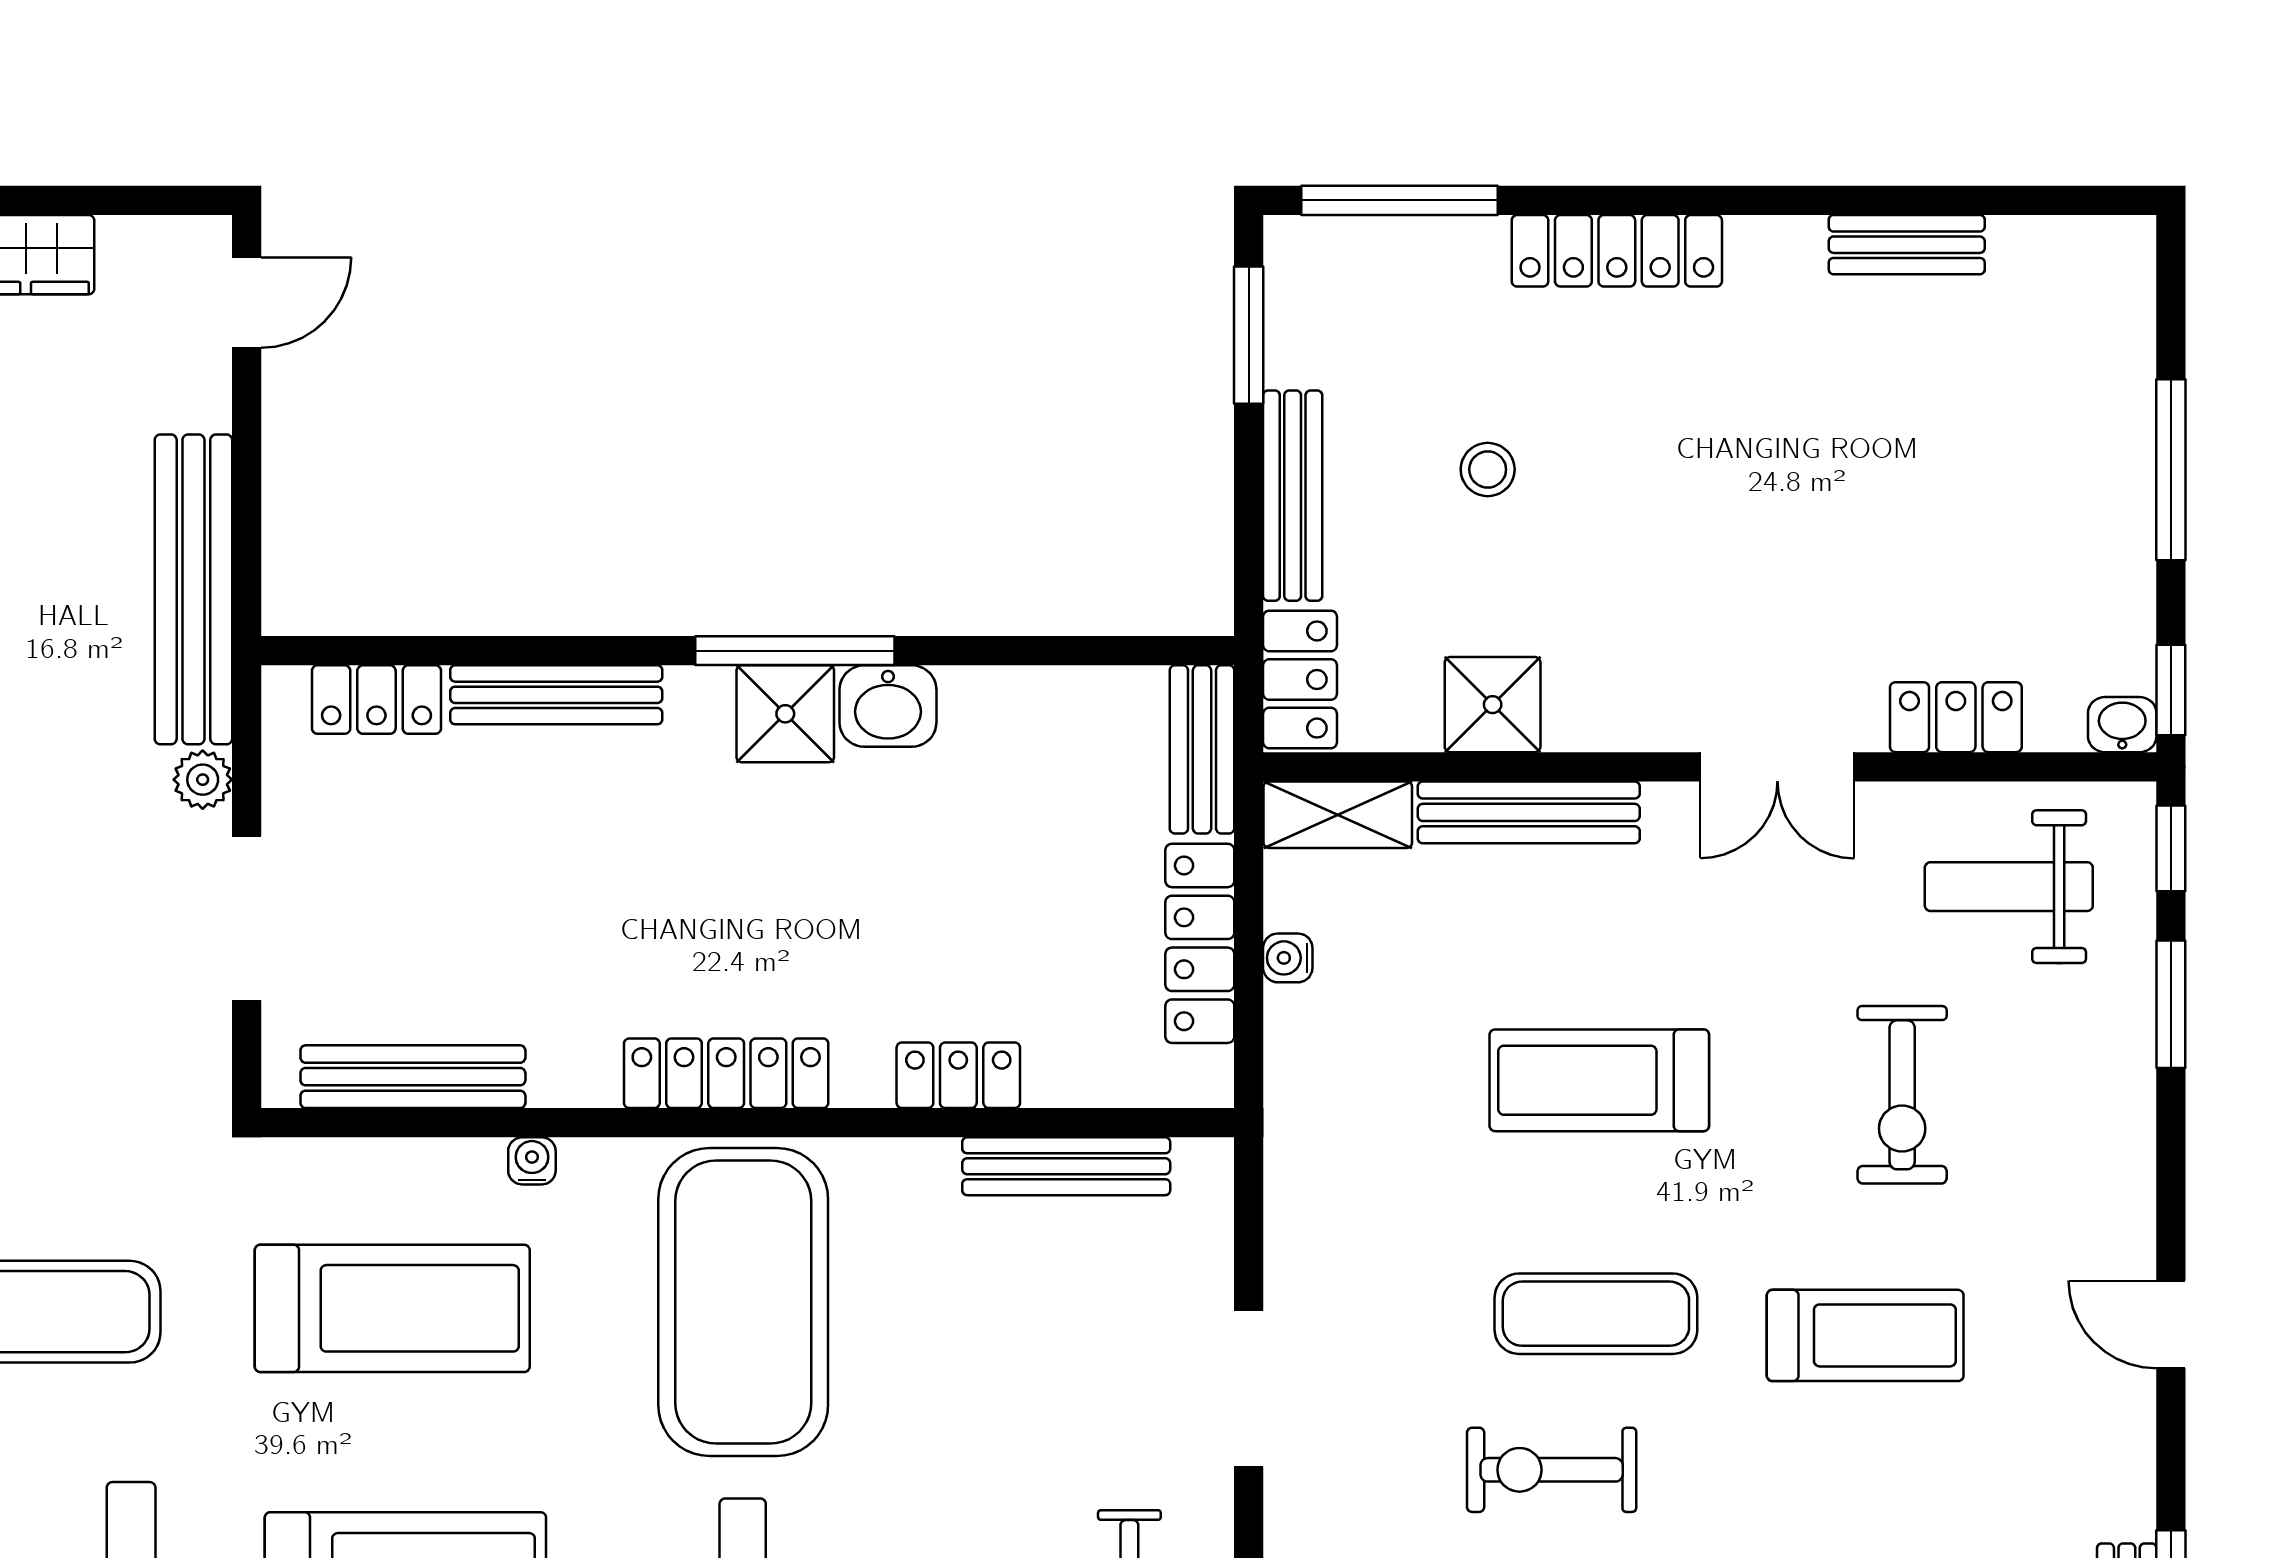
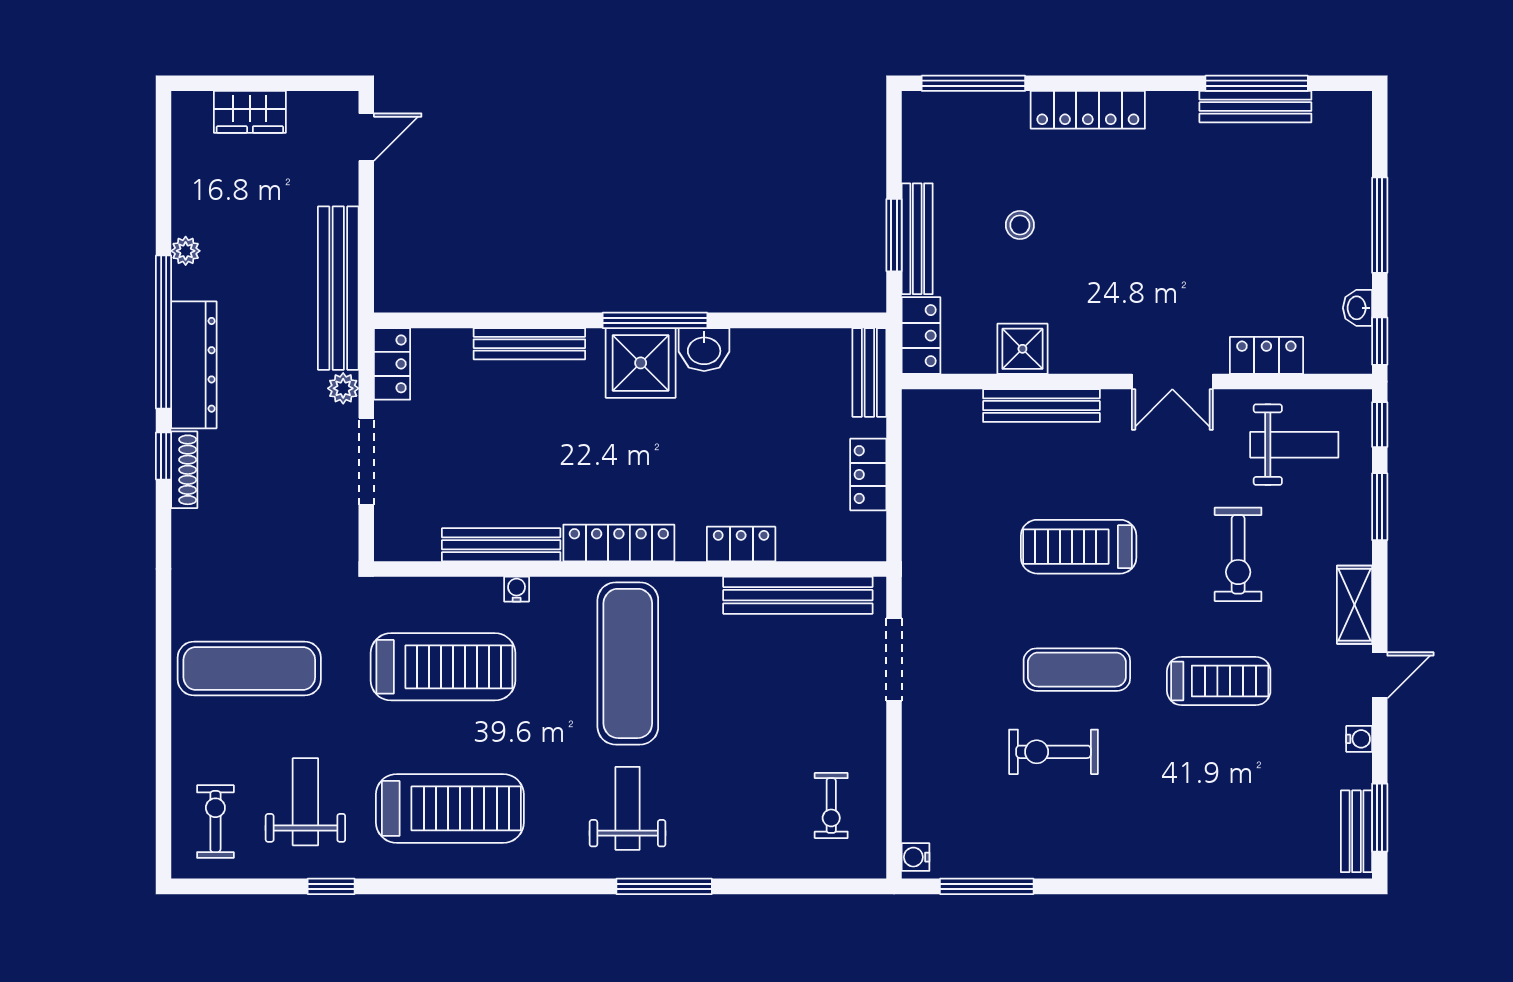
window: (1937, 200) -> (1257, 83), added
bench: (1907, 245) -> (1255, 107), width x1.36
window: (1249, 335) -> (894, 235), moved
locker: (376, 700) -> (392, 364), moved, turned -90
shower: (785, 714) -> (641, 363), width x1.36, depth x1.36
washbasin: (2122, 725) -> (1357, 308), moved, turned -90
shelving: (1338, 815) -> (1354, 605), moved, turned 90
weight bench: (2009, 887) -> (1294, 445), turned 180
locker: (1200, 943) -> (868, 475), width x0.66
water cooler: (1288, 958) -> (1359, 739), moved, turned 180
bench: (413, 1077) -> (501, 545), moved
bench: (1066, 1166) -> (798, 595), width x1.37, depth x1.21
exercise mat: (743, 1302) -> (628, 663), width x0.68
door: (2171, 1325) -> (1380, 675), swing flipped
doorway: (1249, 1389) -> (894, 660), moved

